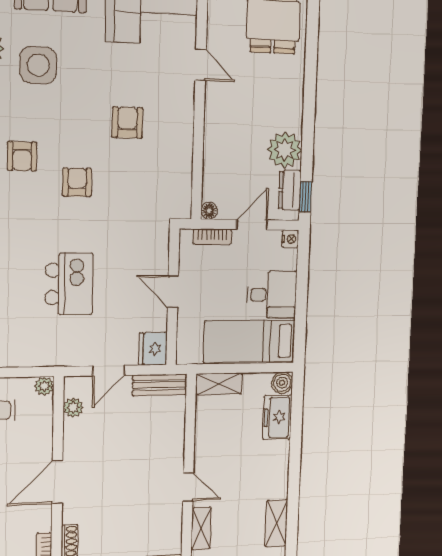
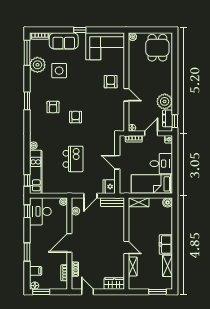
door: (201, 65) -> (126, 95), moved
armchair: (127, 122) -> (111, 82), moved
freezer: (277, 417) -> (166, 244), moved

